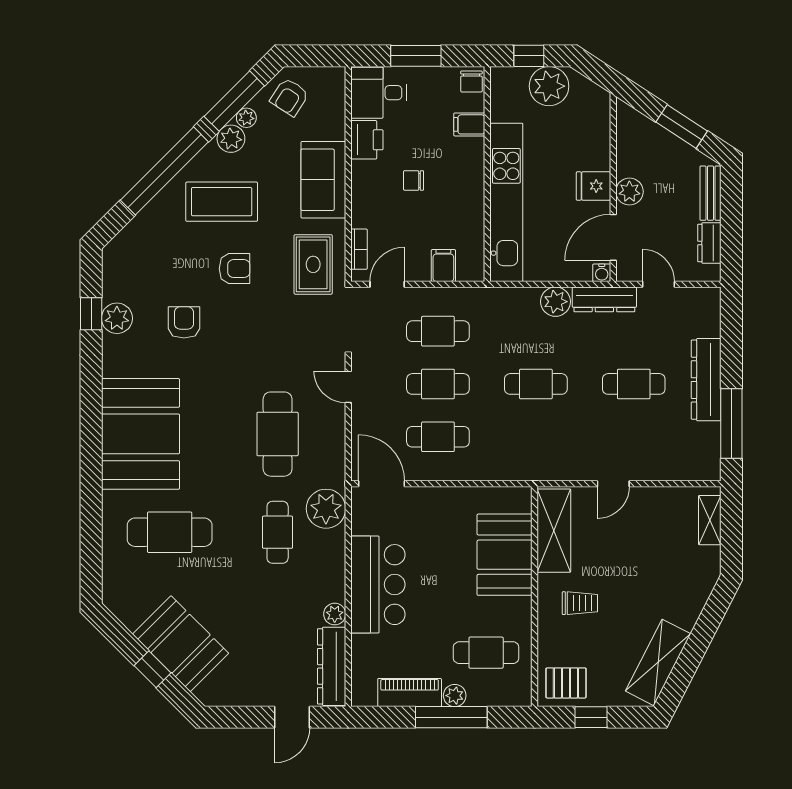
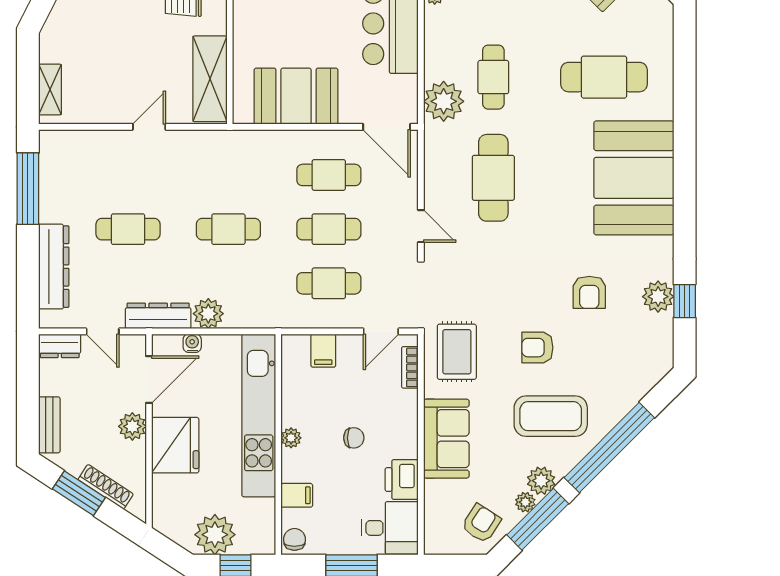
shoe rack: (656, 133) -> (106, 487), added
plant: (475, 180) -> (291, 438), added
fridge: (594, 186) -> (175, 445), width x1.88, depth x1.34
dresser: (709, 243) -> (60, 346), moved, turned 90
water cooler: (602, 273) -> (192, 343), moved
dresser: (706, 380) -> (54, 267), moved
booth: (505, 555) -> (296, 96), moved, turned 90

